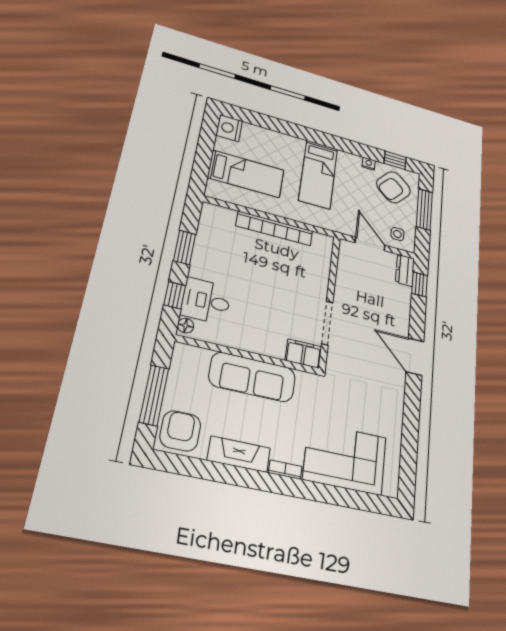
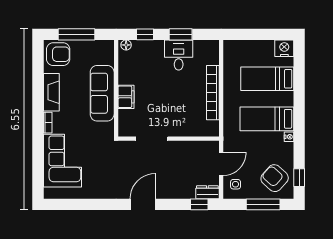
nightstand: (369, 164) -> (289, 137), moved
bed: (246, 174) -> (267, 79), moved, turned 90
desk: (206, 301) -> (179, 55), moved
filing cabinet: (303, 354) -> (126, 97), moved

